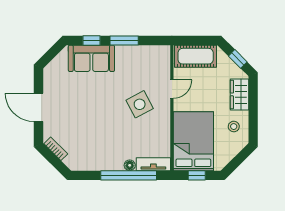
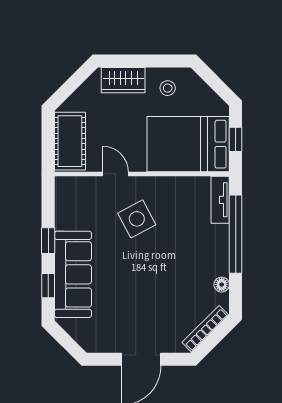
window: (124, 40) -> (48, 241), width x0.67
sofa: (91, 58) -> (73, 274), width x1.36
window: (238, 59) -> (74, 83), removed
bookcase: (56, 149) -> (205, 329), width x1.56
floor lamp: (130, 165) -> (222, 285), moved

